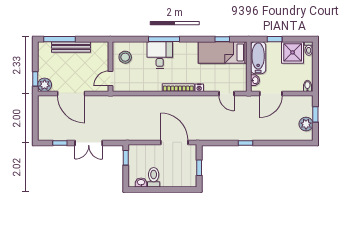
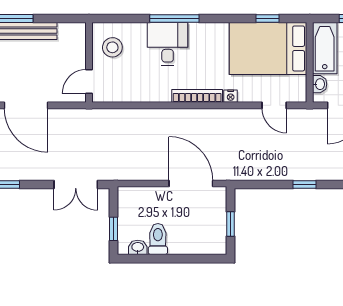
bed: (223, 52) -> (268, 48), width x1.50
double door: (89, 143) -> (76, 184), moved
window: (126, 158) -> (113, 229), moved

